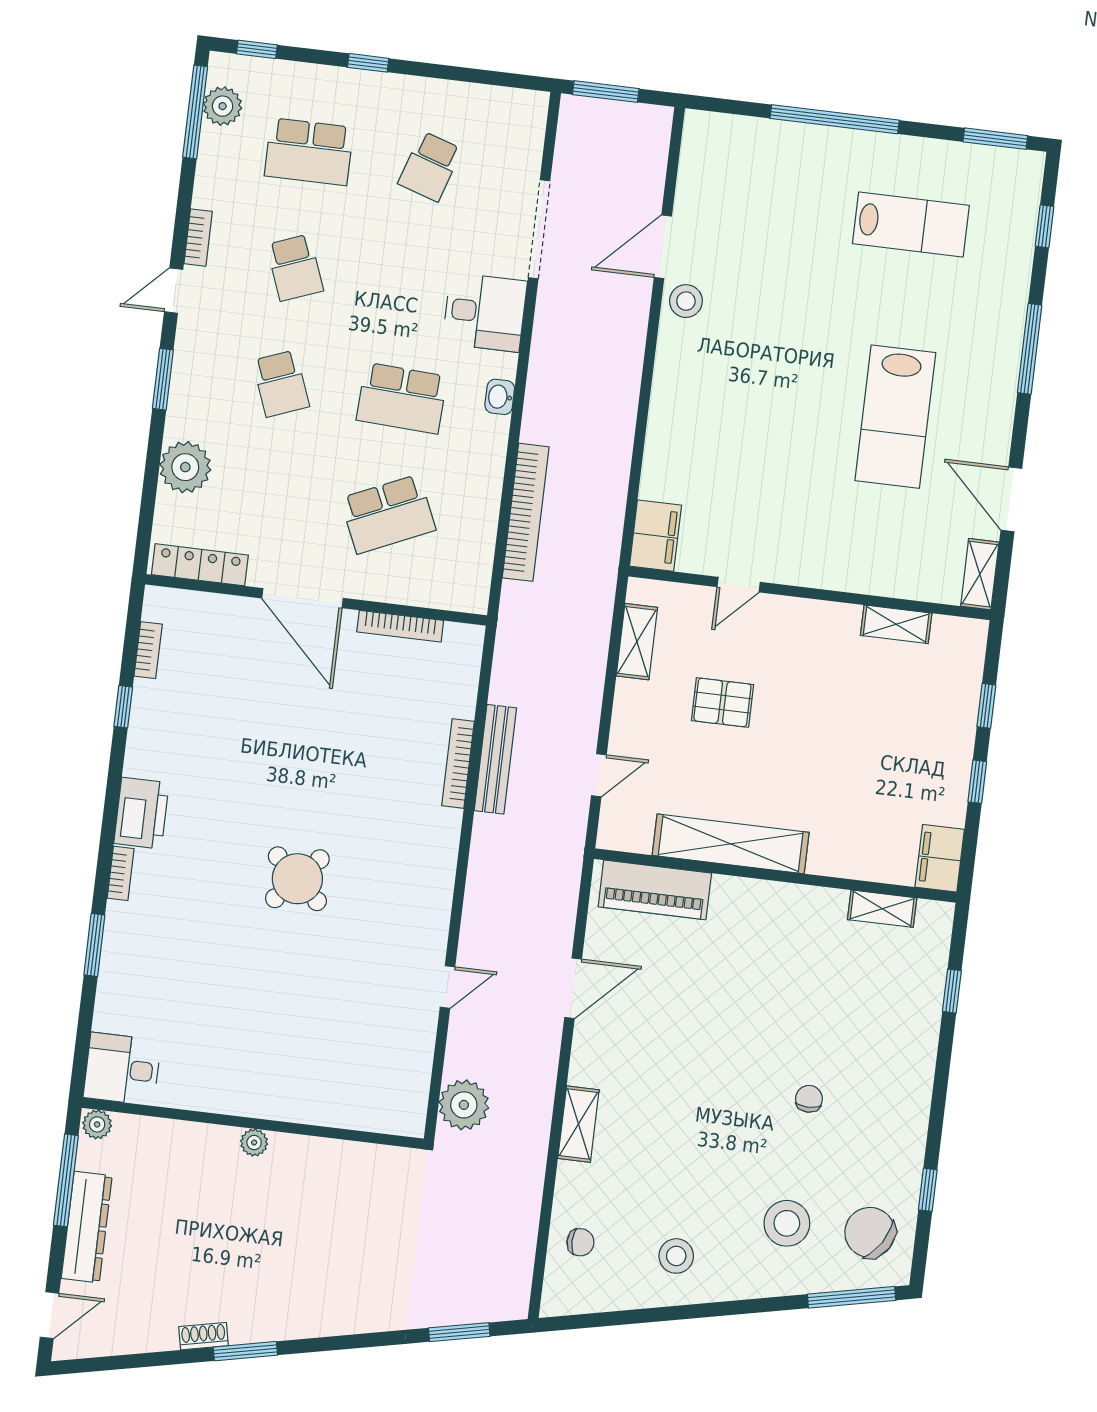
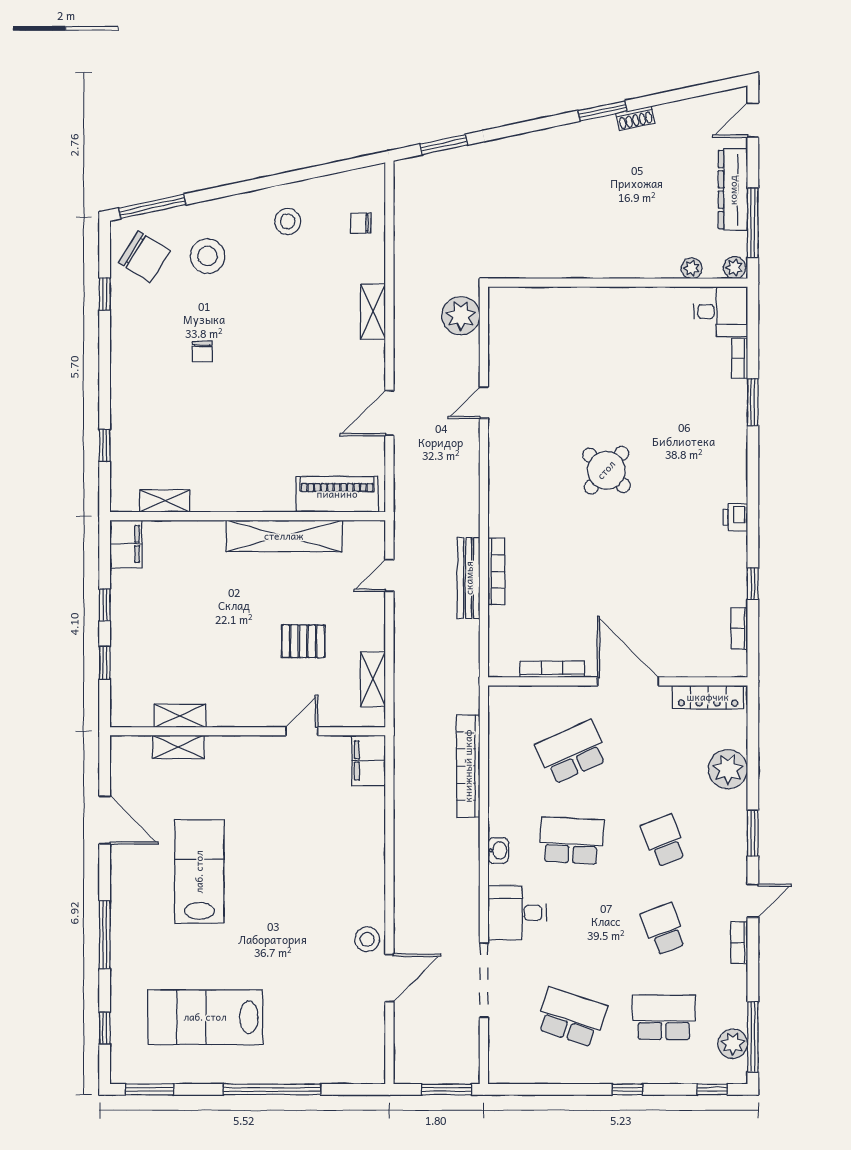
school desk: (430, 166) -> (572, 1017), width x1.85
lab bench: (911, 224) -> (205, 1017), width x1.36, depth x1.39
shelving: (980, 574) -> (179, 747), moved, turned 90
printer: (142, 813) -> (735, 517), width x0.53, depth x0.68
bookcase: (121, 873) -> (740, 358), moved
plant: (254, 1143) -> (692, 268), moved

